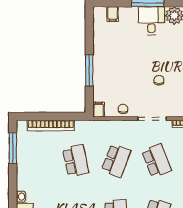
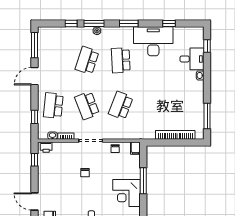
corner desk: (109, 56) -> (126, 193), added
school desk: (76, 161) -> (154, 105), removed

